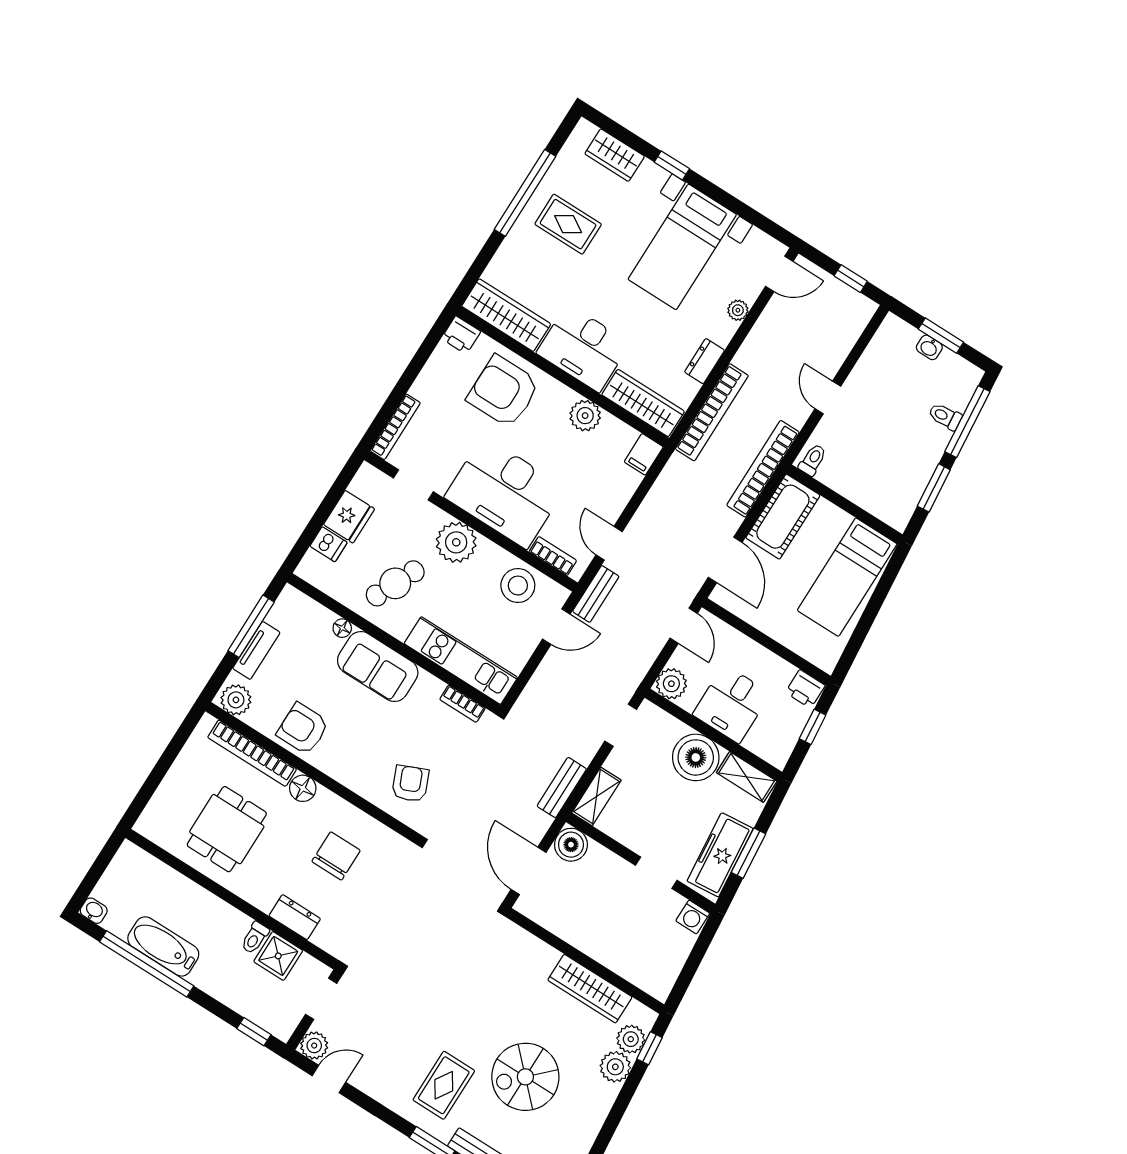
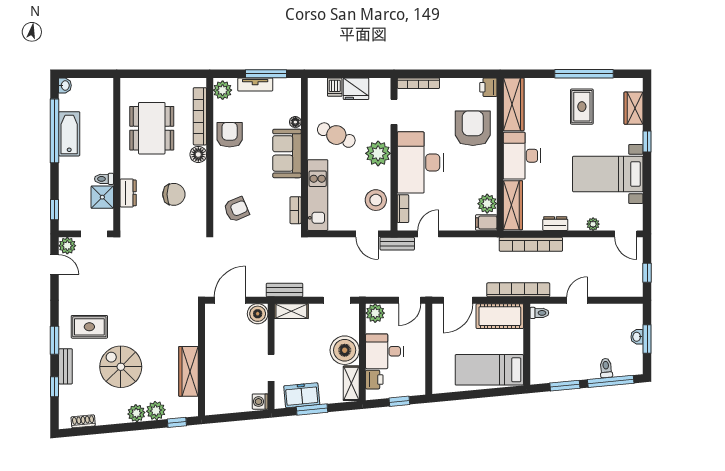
plant: (585, 416) -> (487, 204), moved
printer: (805, 689) -> (374, 380), moved, turned 180
dining table: (227, 829) -> (152, 128), width x1.37
freezer: (720, 855) -> (302, 395), width x0.71
plant: (631, 1039) -> (136, 413), moved

